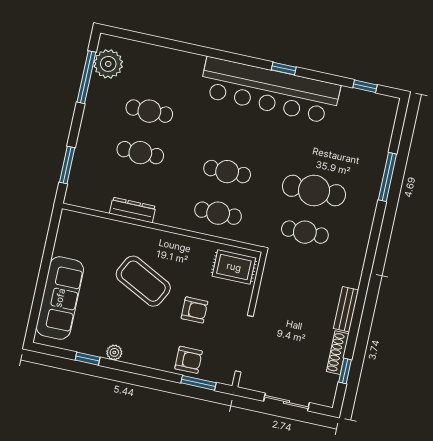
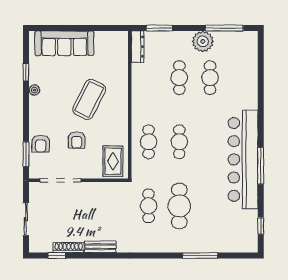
plant: (108, 64) -> (203, 41), moved
window: (284, 69) -> (261, 166), width x2.17
dresser: (133, 210) -> (138, 47), moved

